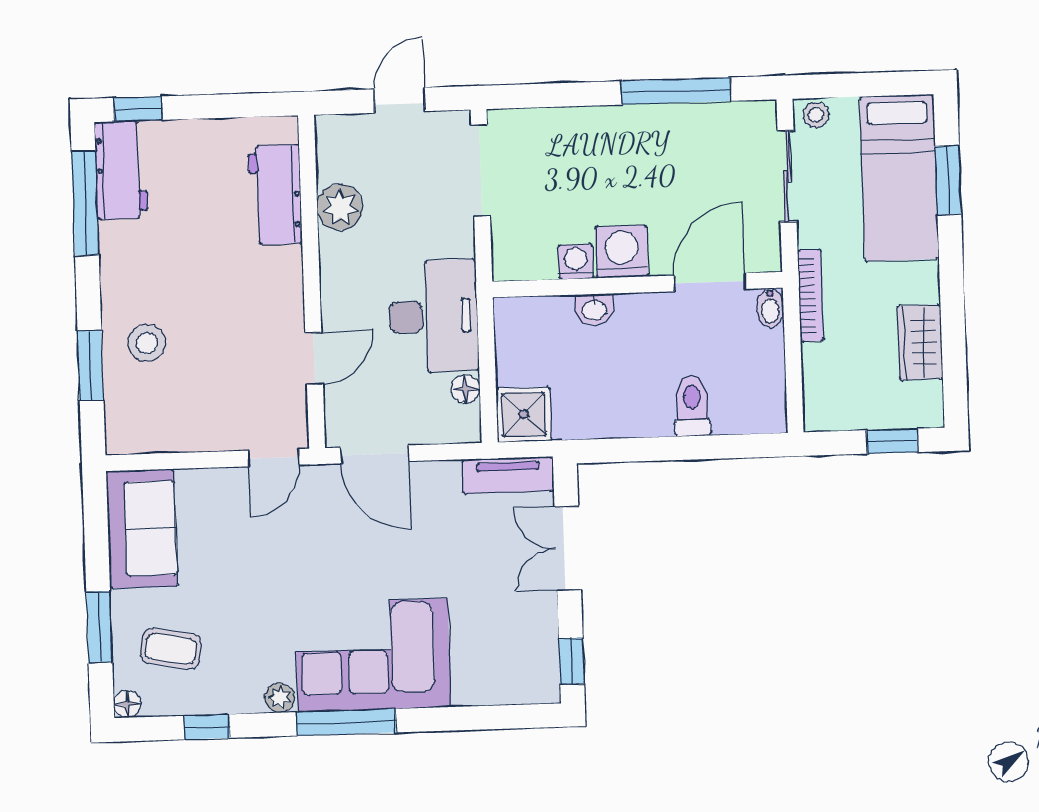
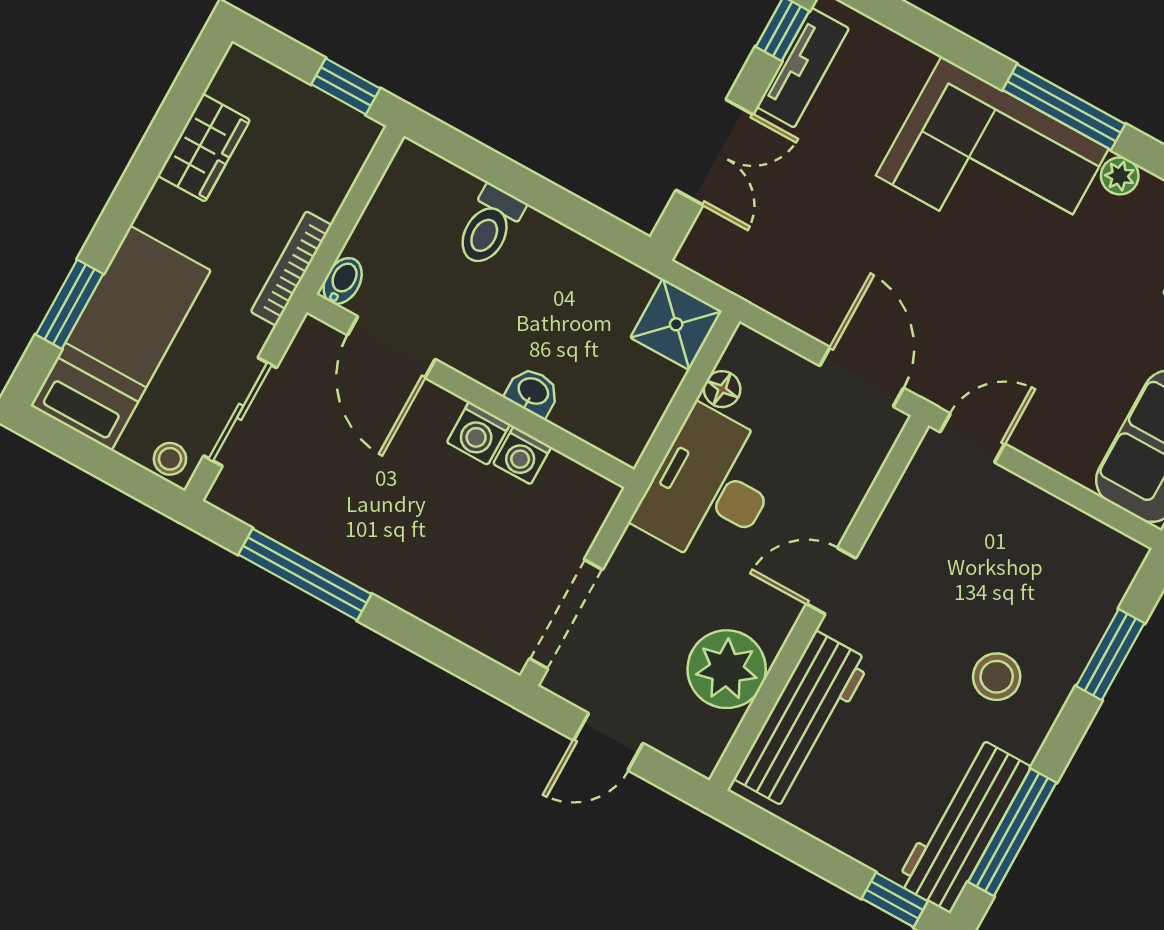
workbench: (121, 170) -> (963, 825), width x1.38
workbench: (275, 195) -> (802, 720), width x1.38
plant: (340, 207) -> (727, 669), width x1.36, depth x1.36
washing machine: (622, 251) -> (478, 433), width x0.73, depth x0.73
door: (710, 282) -> (391, 347), hinge flipped
stool: (147, 343) -> (997, 677), moved
door: (314, 359) -> (831, 581), moved
window: (892, 441) -> (346, 86), moved
tv unit: (508, 475) -> (803, 68), moved, turned 90

